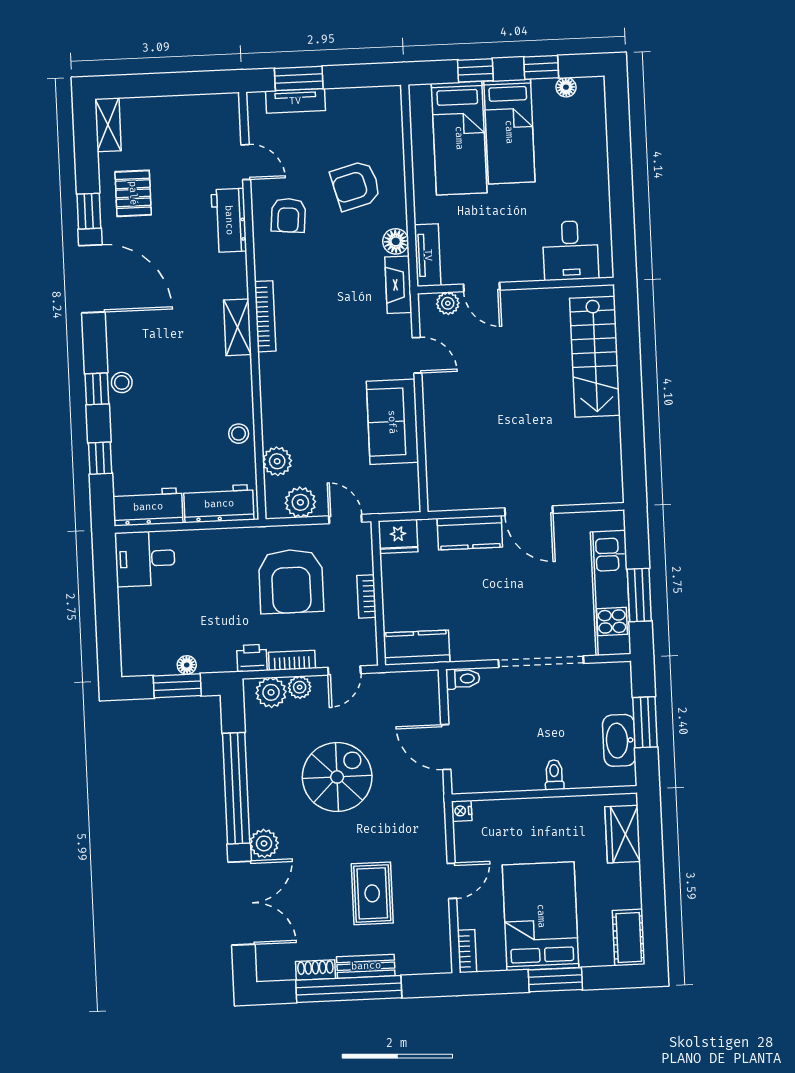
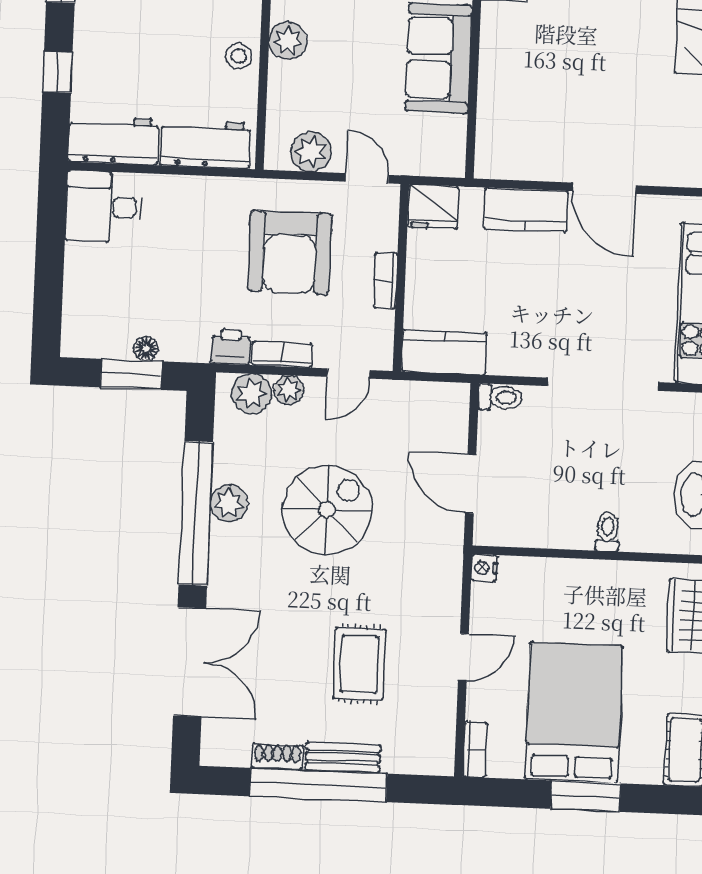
plant: (277, 461) -> (288, 41), moved
plant: (264, 843) -> (229, 503), moved

